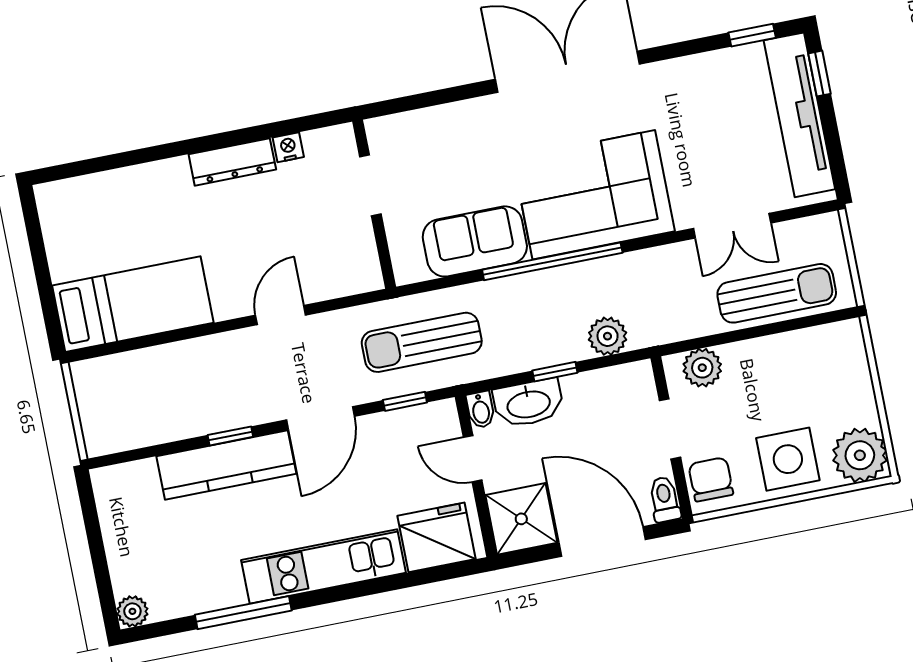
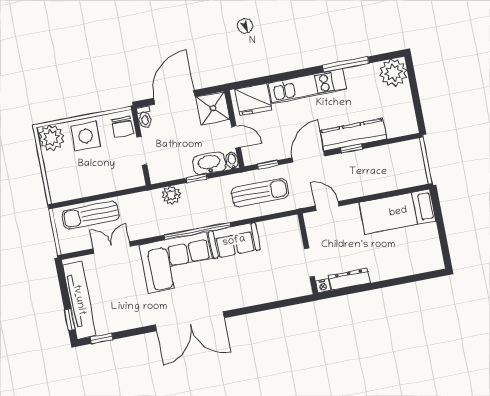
doorway: (370, 185) -> (309, 263), moved
wall: (374, 204) -> (308, 254), moved
door: (281, 315) -> (327, 206), swing flipped
plant: (702, 368) -> (126, 180), removed
door: (602, 541) -> (174, 97), swing flipped
plant: (132, 611) -> (393, 73), width x1.88, depth x1.88

